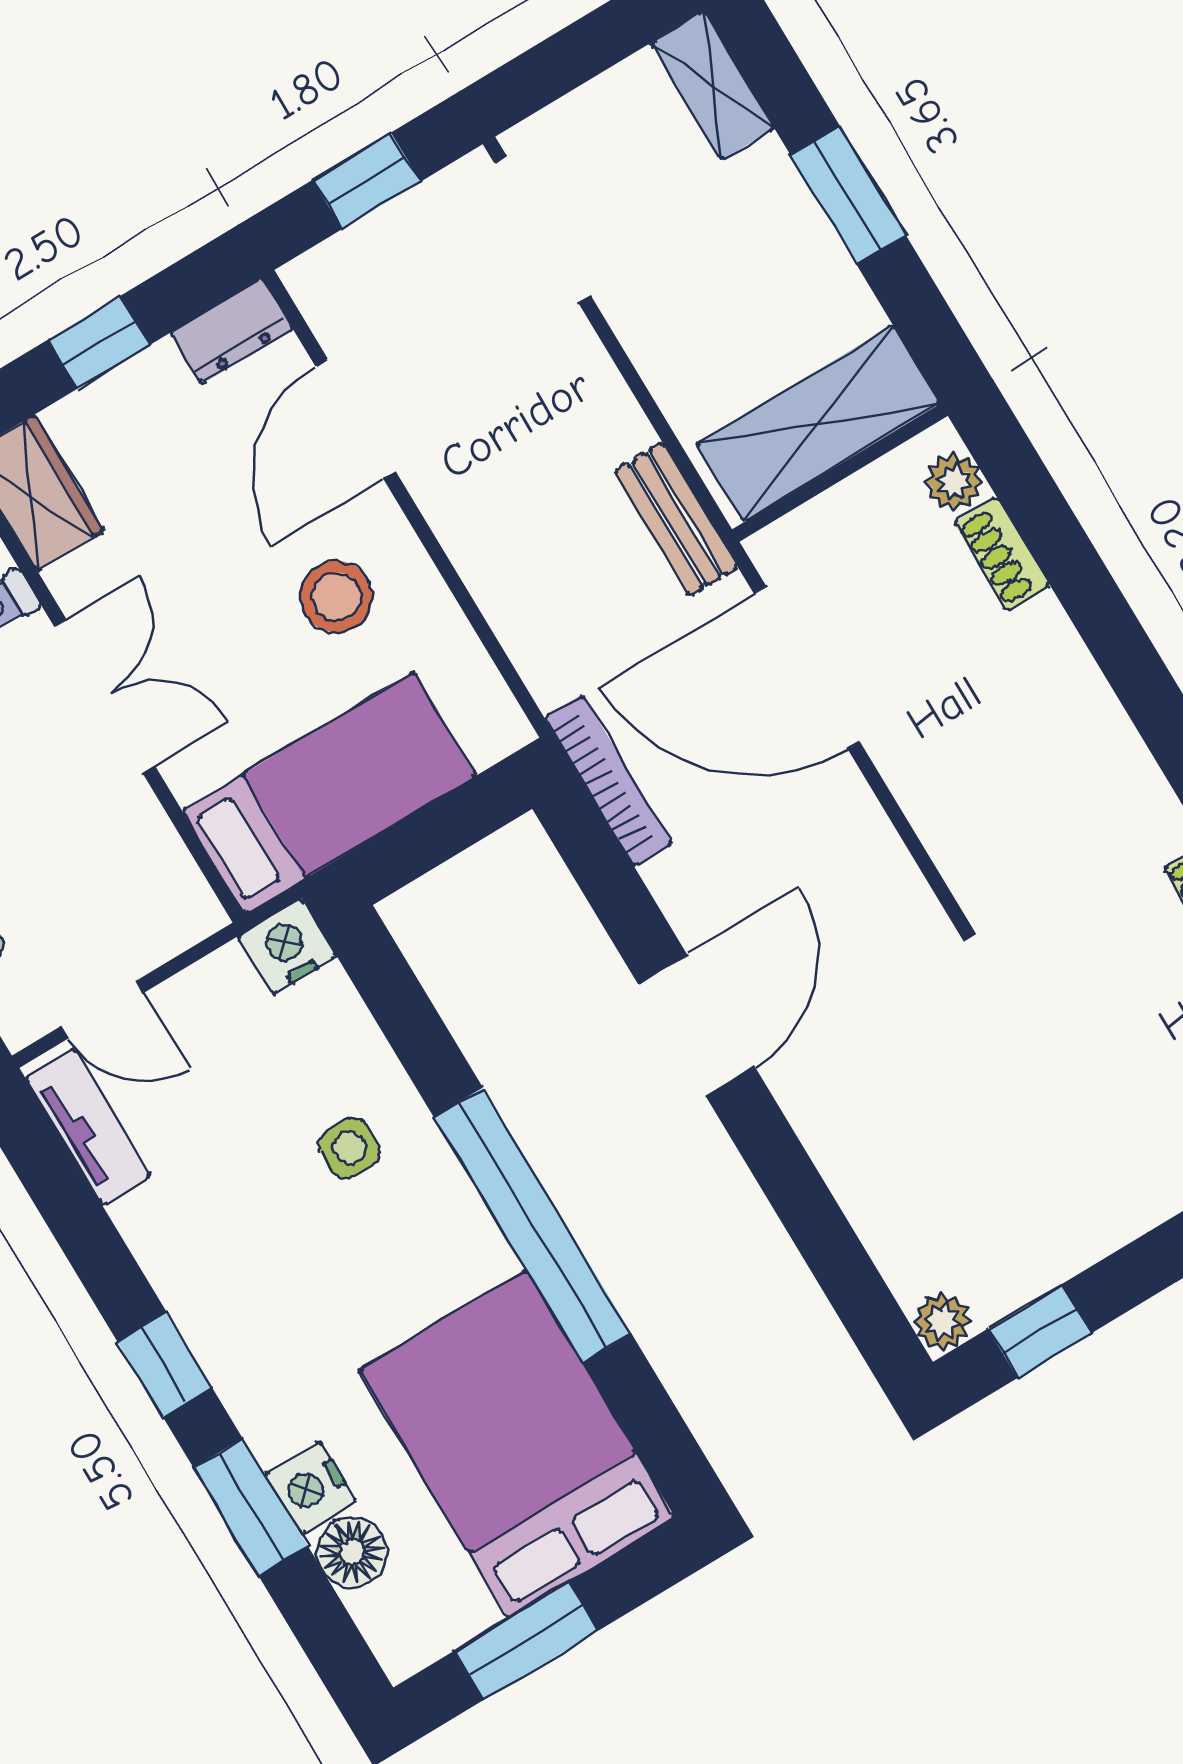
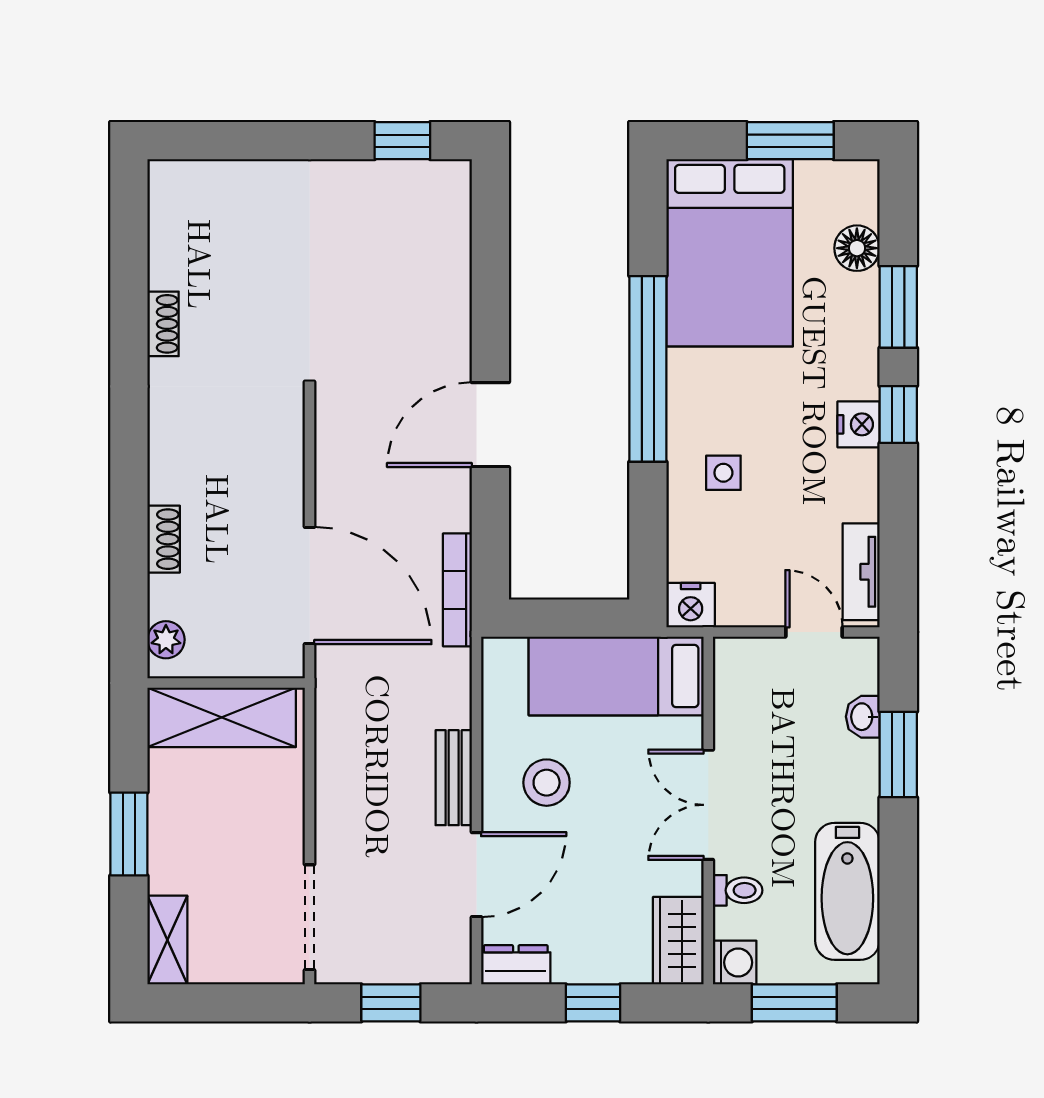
bench: (676, 519) -> (454, 778), moved
shoe rack: (1002, 554) -> (164, 539), moved
plant: (942, 1321) -> (453, 179), removed
nightstand: (311, 1488) -> (859, 424), moved

